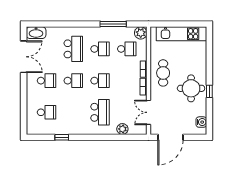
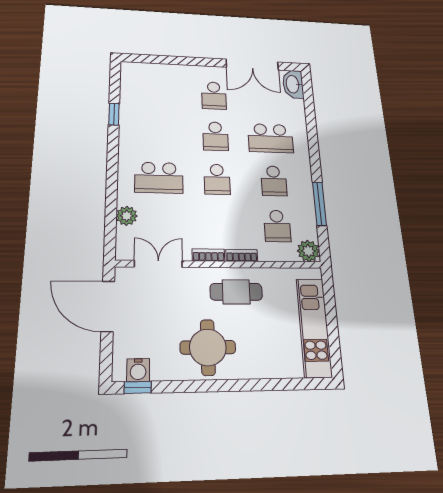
window: (209, 91) -> (138, 387), moved
school desk: (46, 112) -> (159, 93), removed

